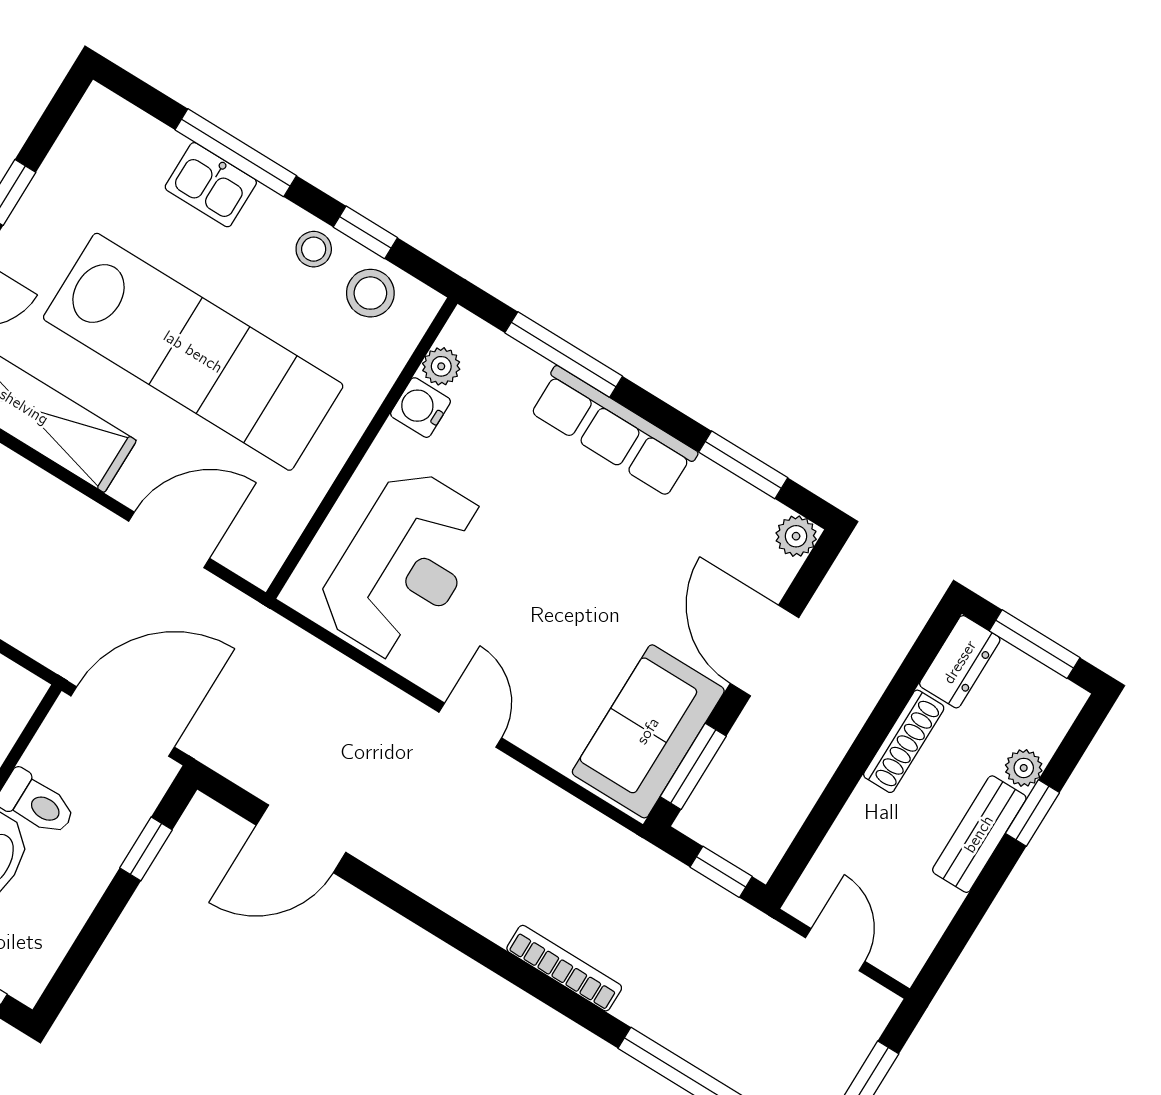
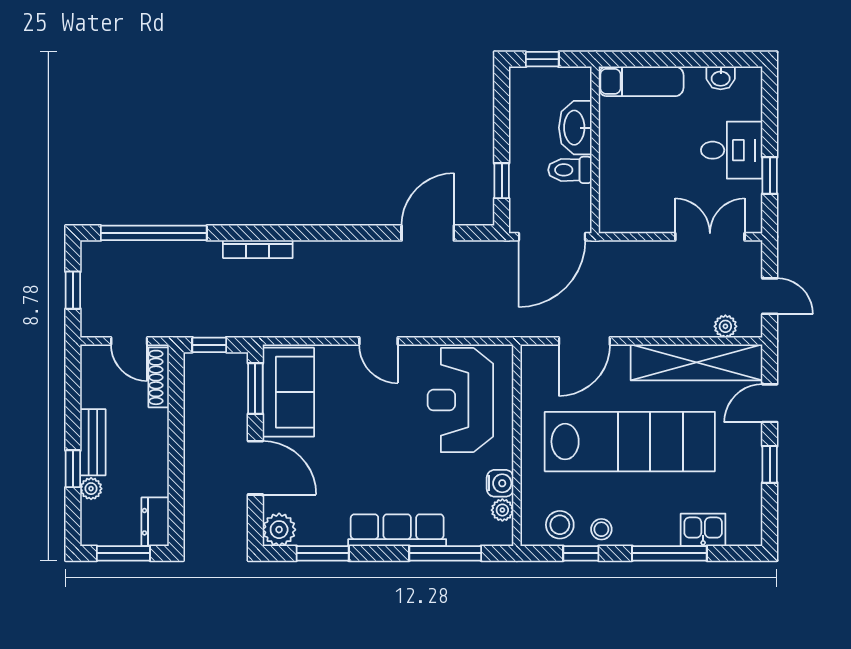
kitchen sink: (211, 185) -> (703, 530), moved
lab bench: (193, 352) -> (630, 442), turned 180
plant: (796, 536) -> (279, 530), width x1.38, depth x1.38
shoe rack: (904, 741) -> (159, 377), moved

